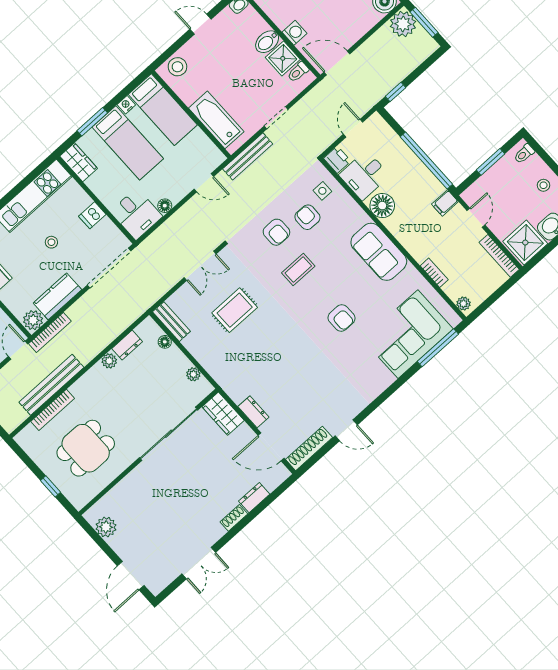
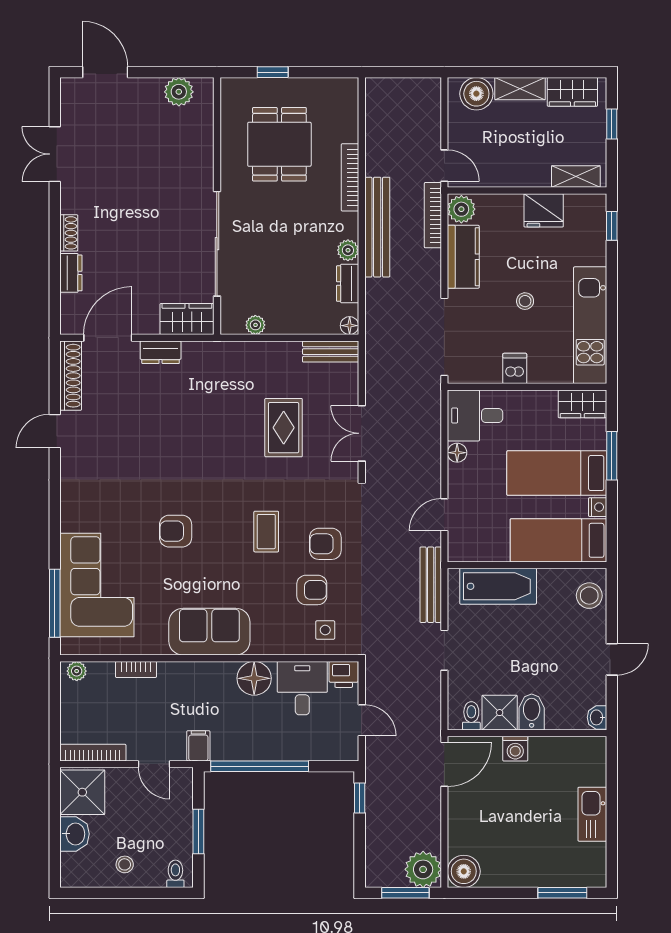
floor lamp: (165, 342) -> (350, 326), moved
bench: (51, 385) -> (377, 227), moved
bookcase: (53, 410) -> (350, 177), moved

